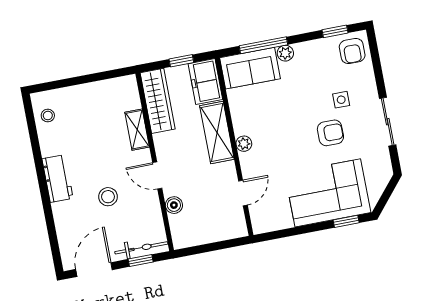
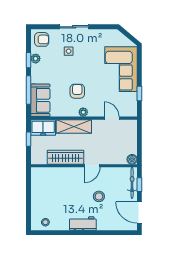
window: (335, 31) -> (29, 60), moved
plant: (285, 53) -> (36, 59), moved
wardrobe: (158, 101) -> (65, 157), moved
sliding door: (388, 122) -> (74, 27), moved
shelving: (137, 130) -> (63, 172), removed
armchair: (330, 133) -> (77, 91), moved
boiler: (174, 205) -> (132, 159), moved
window: (346, 221) -> (139, 93), moved

